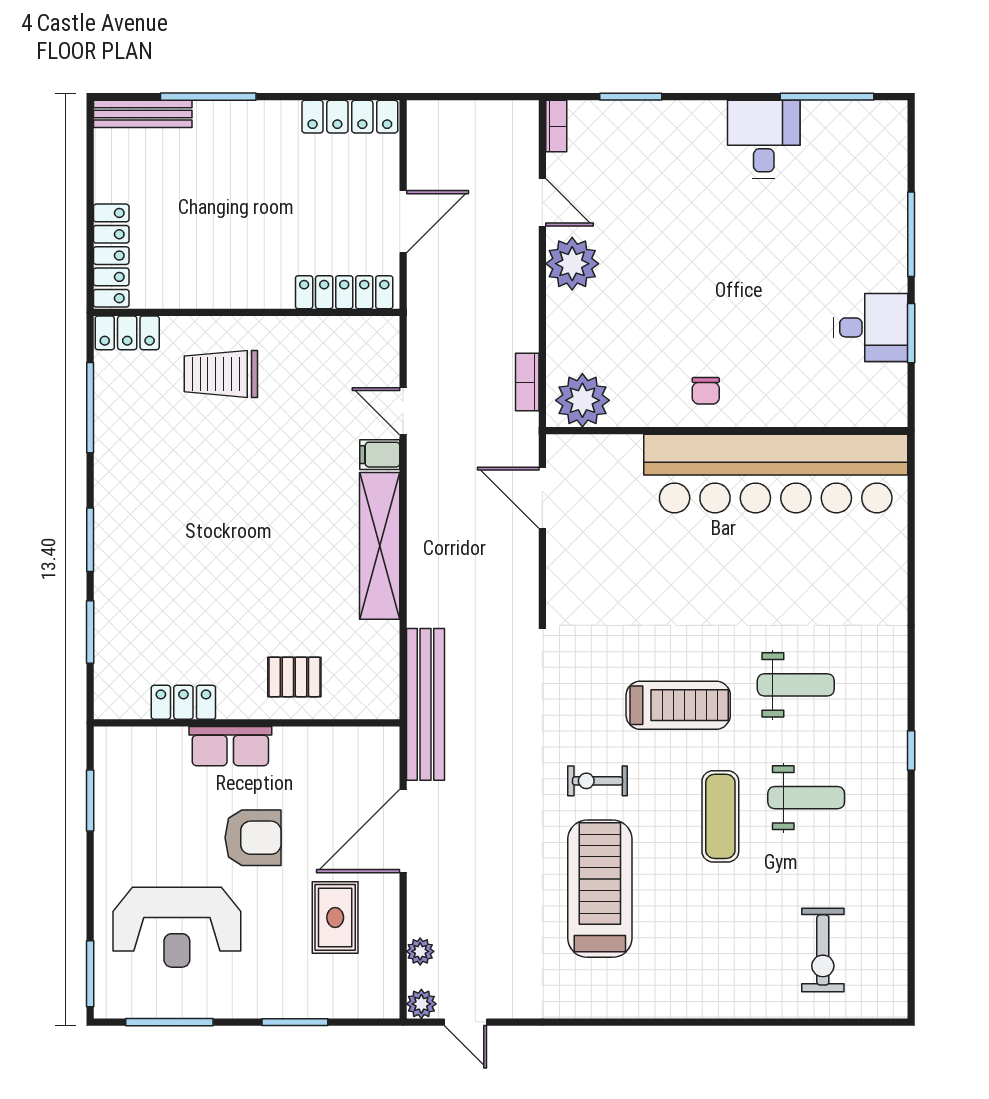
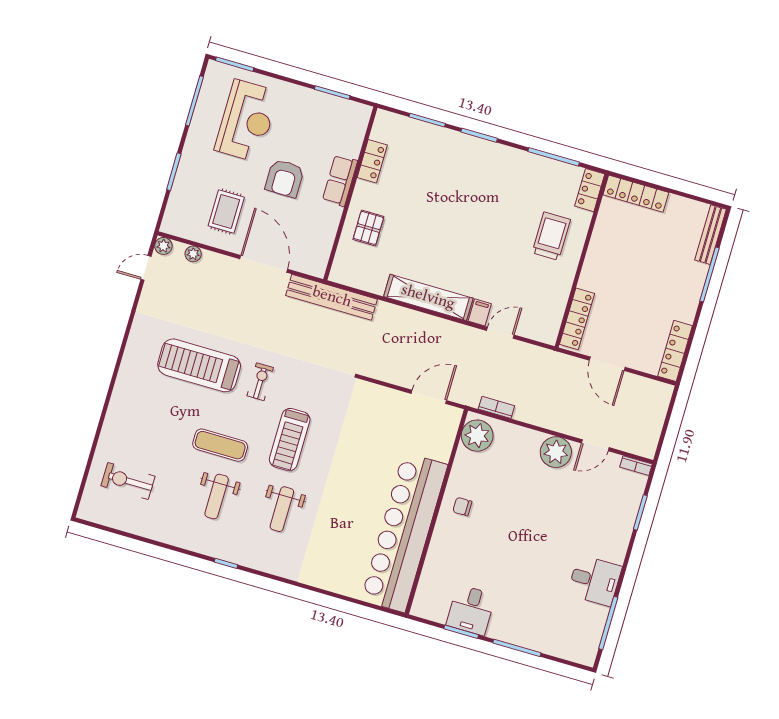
treadmill: (600, 889) -> (199, 365), turned 180
rug: (335, 917) -> (226, 212), turned 90
reception desk: (177, 927) -> (247, 121), turned 180

